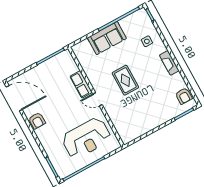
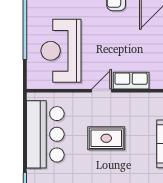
bar counter: (144, 120) -> (45, 134), added

